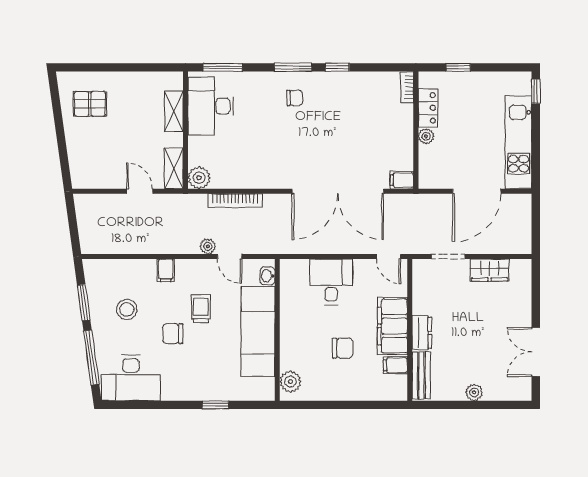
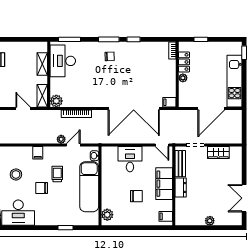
door: (230, 257) -> (73, 145), swing flipped
filing cabinet: (395, 365) -> (166, 216), moved
bench: (421, 375) -> (180, 164), moved

